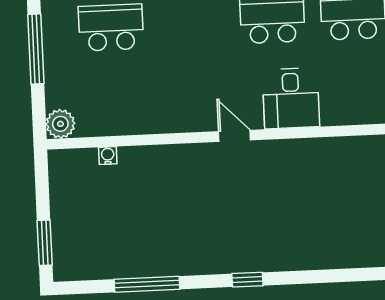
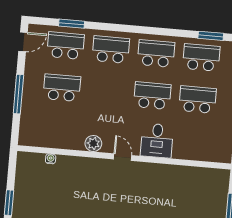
plant: (60, 124) -> (93, 143), moved

